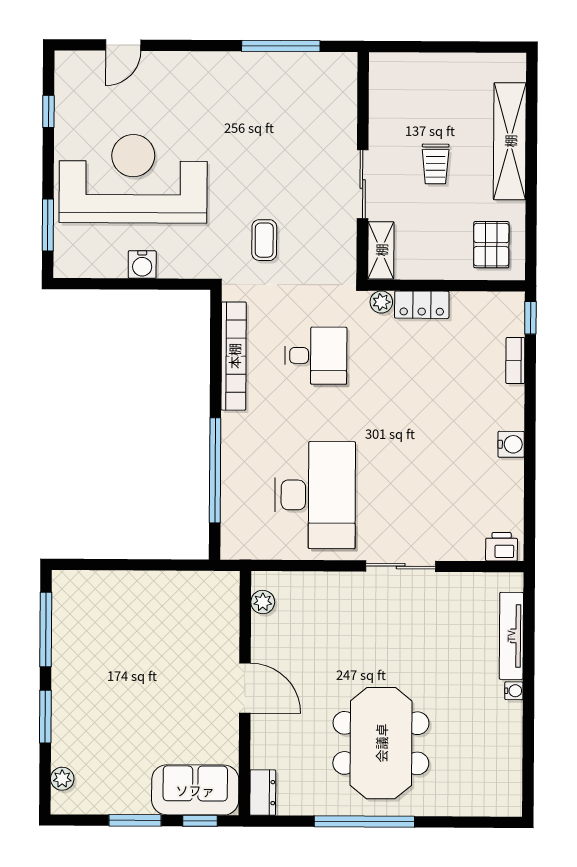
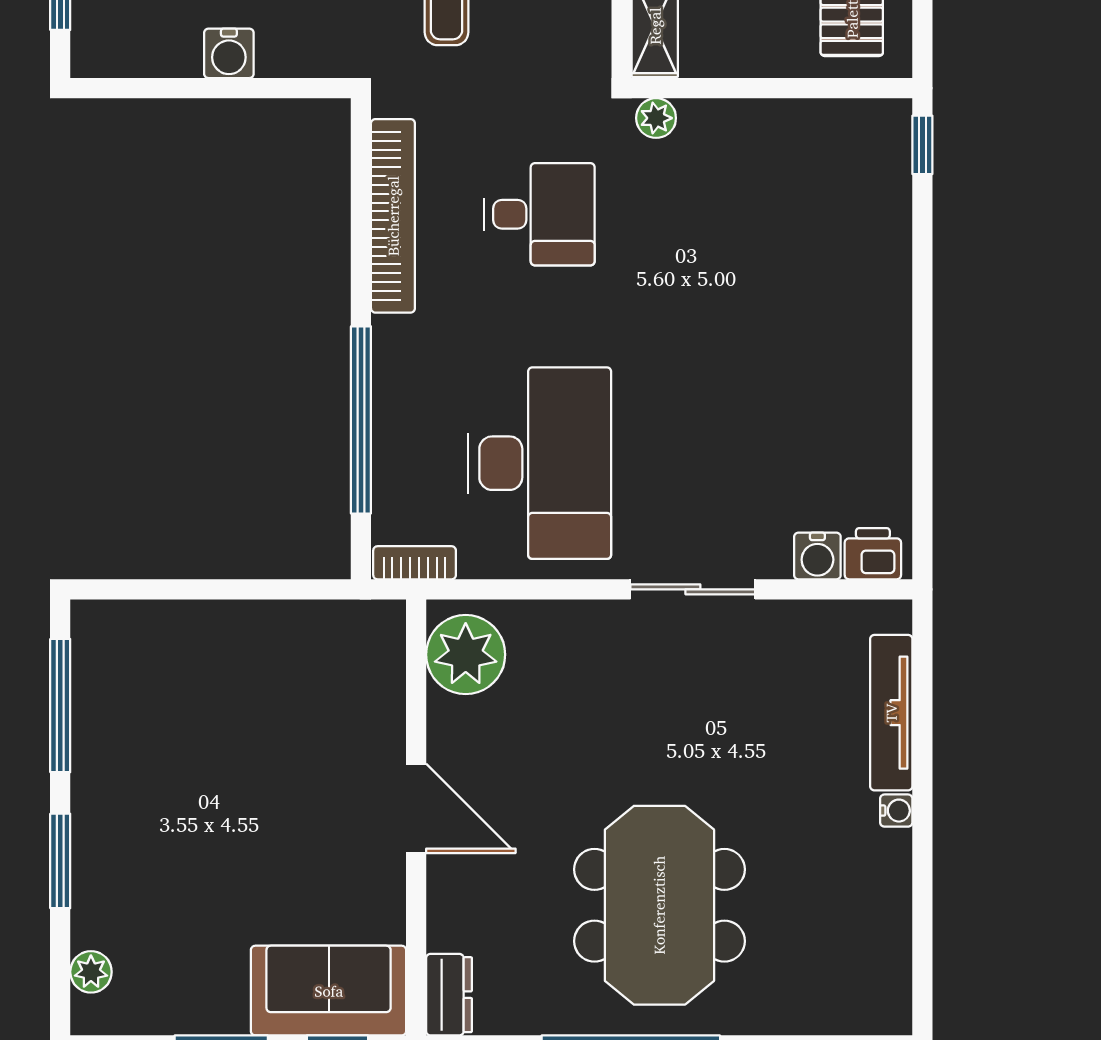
locker: (422, 305) -> (728, 122), removed
bookcase: (515, 360) -> (415, 563), moved, turned 90
water cooler: (511, 444) -> (817, 556), moved, turned 90
plant: (263, 602) -> (466, 655), width x1.88, depth x1.88

